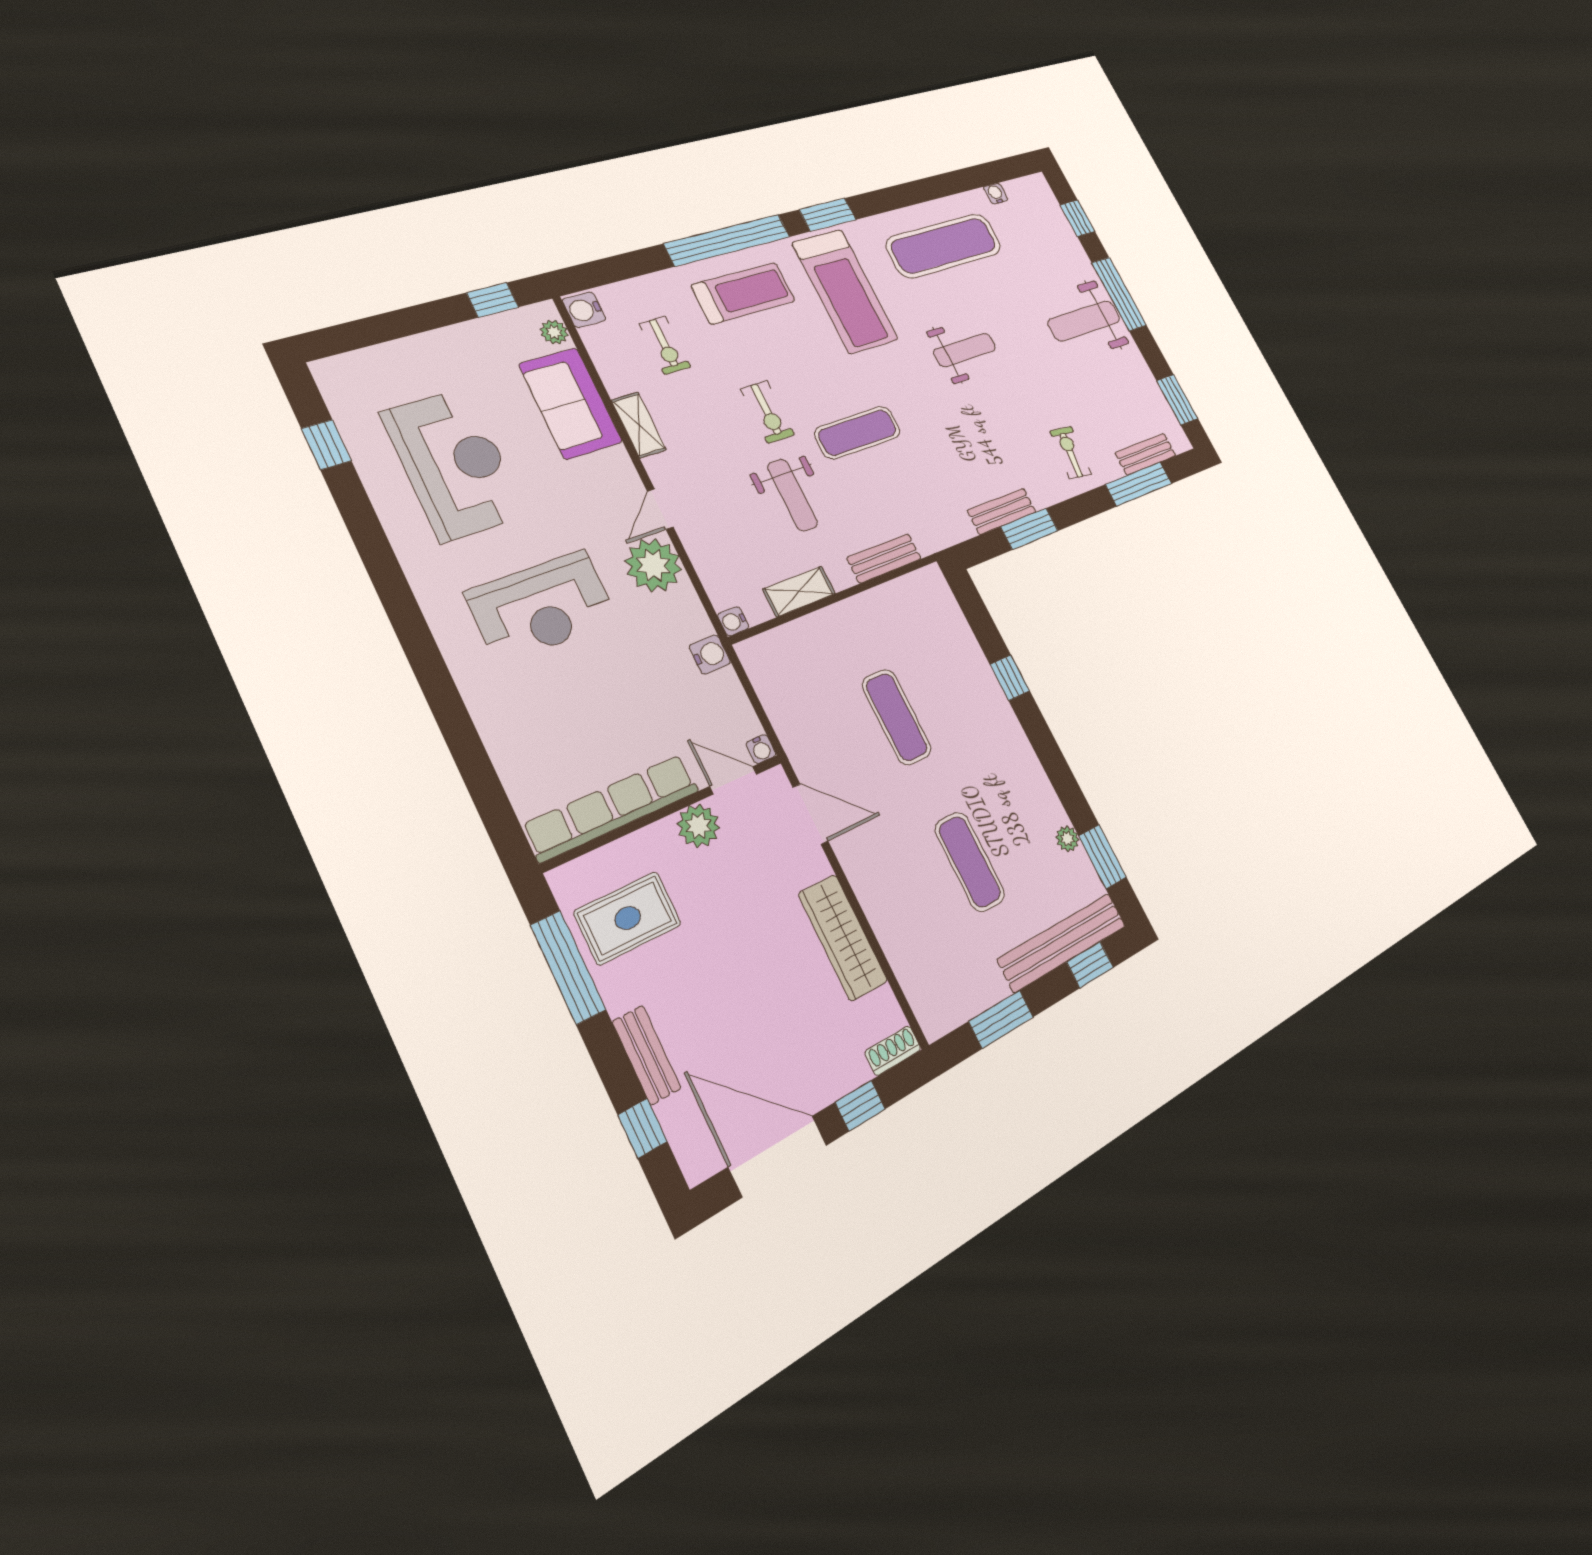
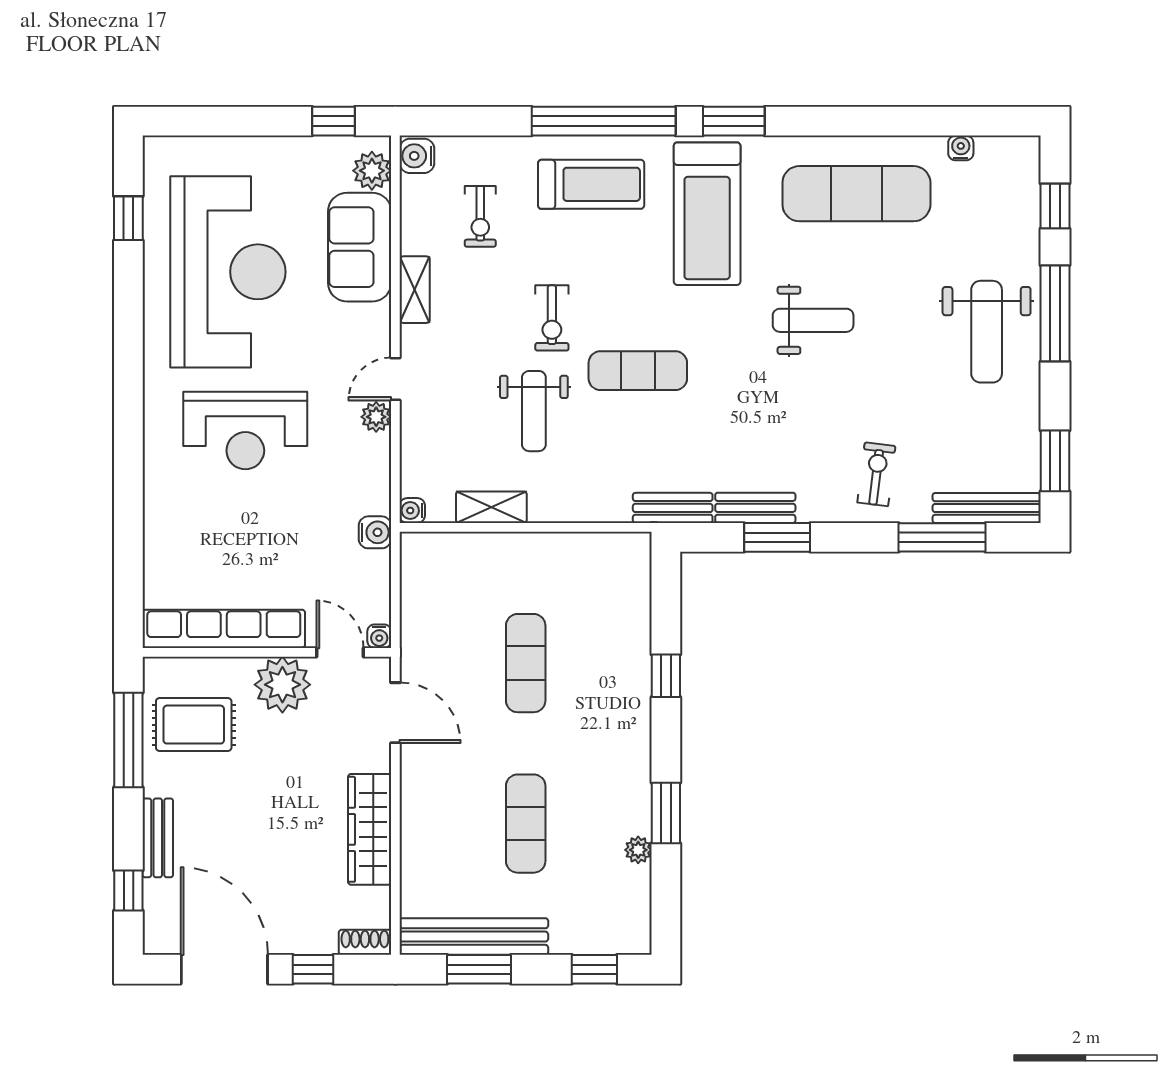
weight bench: (1084, 321) -> (987, 332), turned -90
plant: (554, 332) -> (372, 171), width x1.38, depth x1.38
bench: (1146, 454) -> (987, 508), width x1.36
reception desk: (454, 464) -> (228, 272), width x1.36, depth x1.30
bench: (884, 558) -> (673, 508), moved
plant: (653, 565) -> (376, 417), width x0.53, depth x0.53
plant: (699, 826) -> (282, 685), width x1.36, depth x1.36
window: (1102, 857) -> (666, 813), moved
bench: (1062, 942) -> (474, 937), moved

